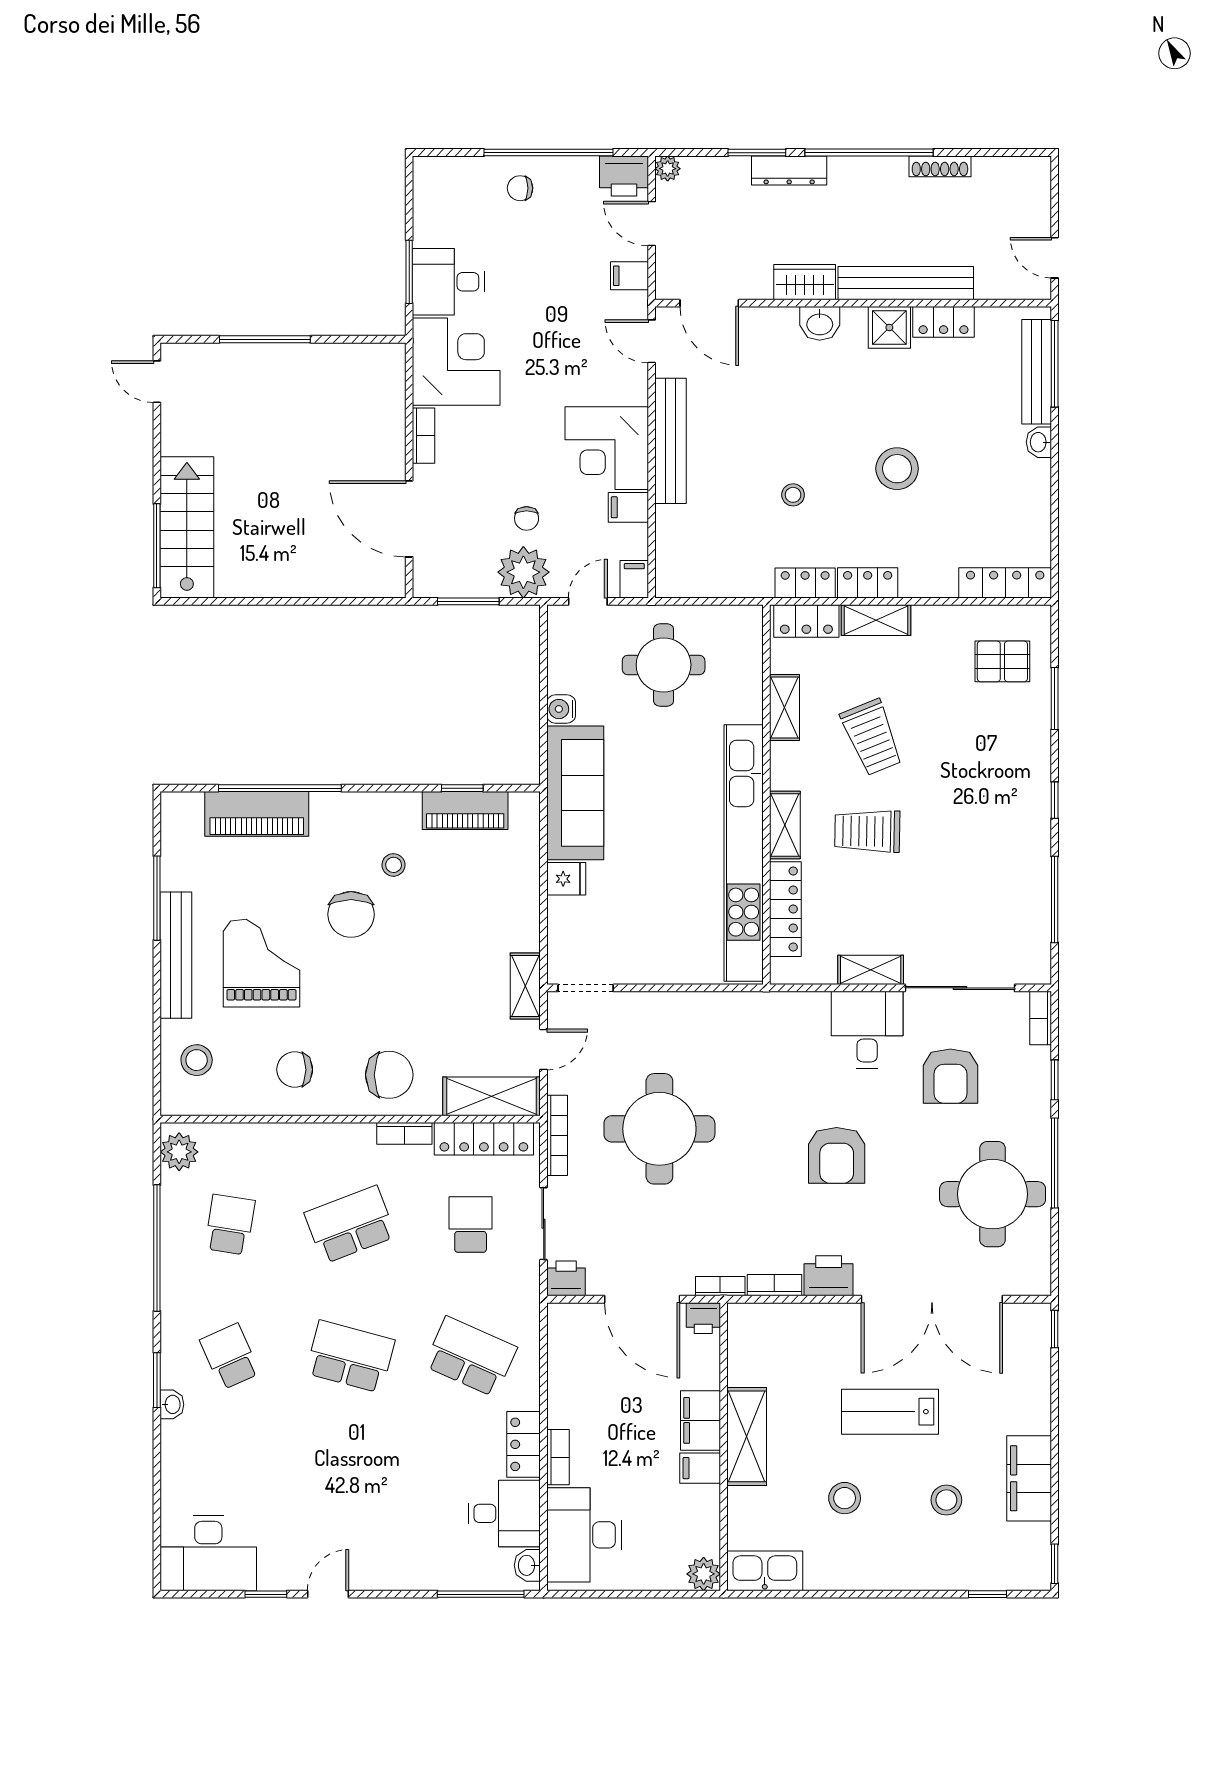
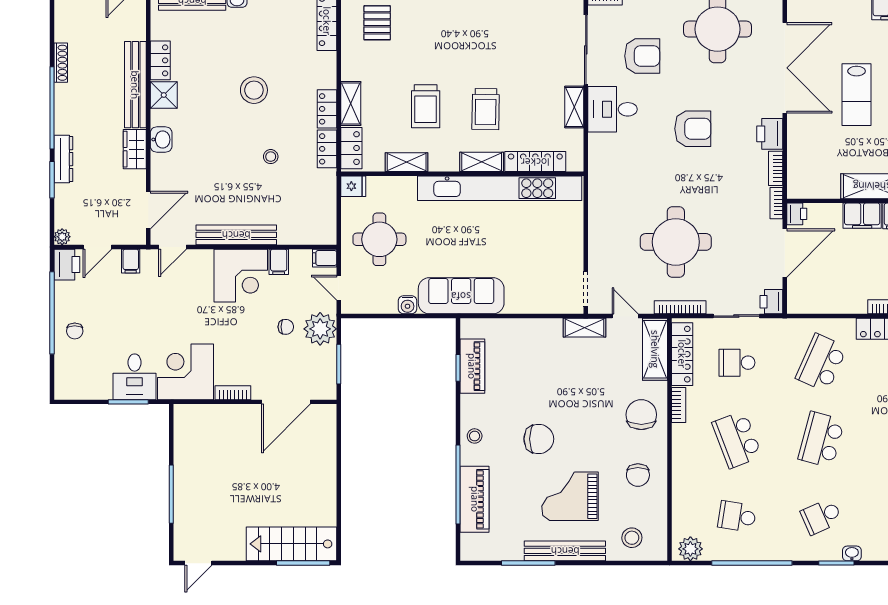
trolley: (872, 737) -> (426, 106), turned 112
stool: (394, 865) -> (475, 436), moved
fridge: (566, 879) -> (353, 186), moved, turned 90

